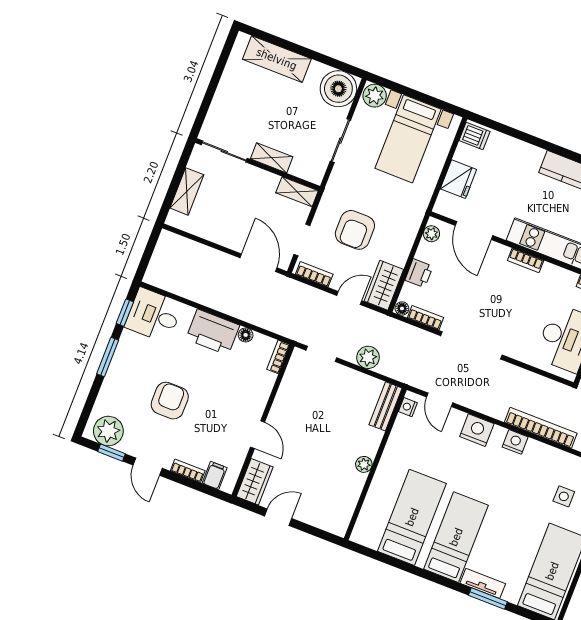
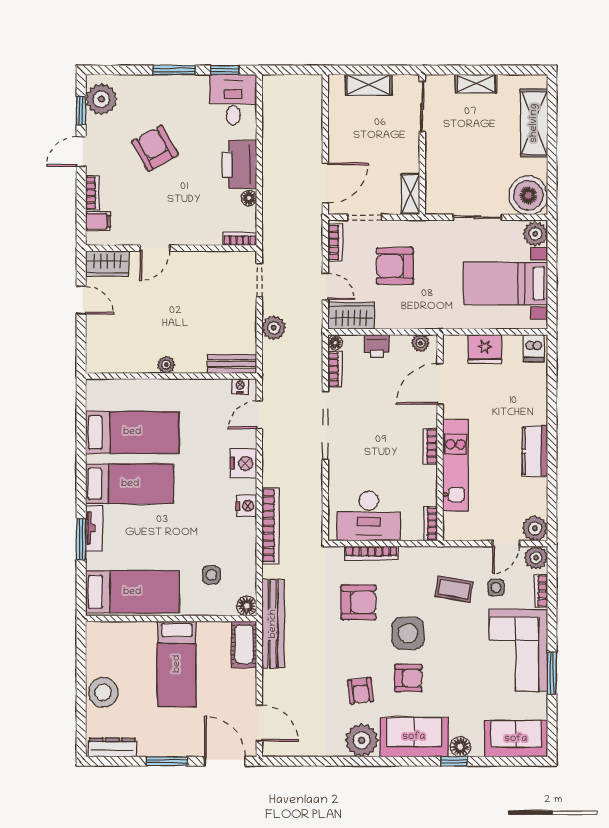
shelving: (272, 158) -> (476, 84), moved, turned 90
armchair: (170, 401) -> (155, 148), turned -119

